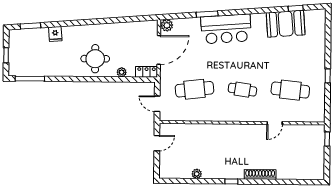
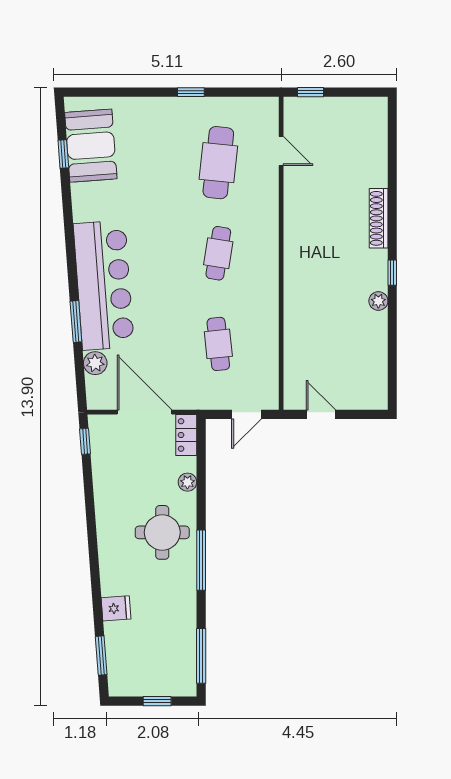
window: (144, 18) -> (85, 441), added
booth: (286, 24) -> (91, 146), moved
plant: (167, 25) -> (95, 363), moved
bar counter: (226, 29) -> (104, 285), width x1.36
window: (80, 79) -> (201, 560), added
cafe table: (195, 89) -> (218, 344), width x0.73, depth x0.74
door: (275, 123) -> (281, 151), moved
plant: (197, 174) -> (378, 301), moved

